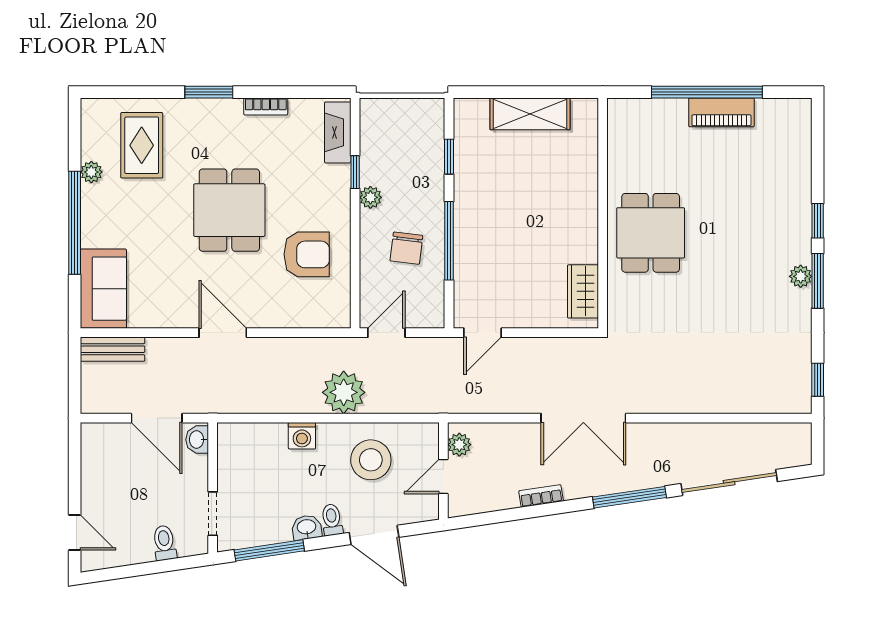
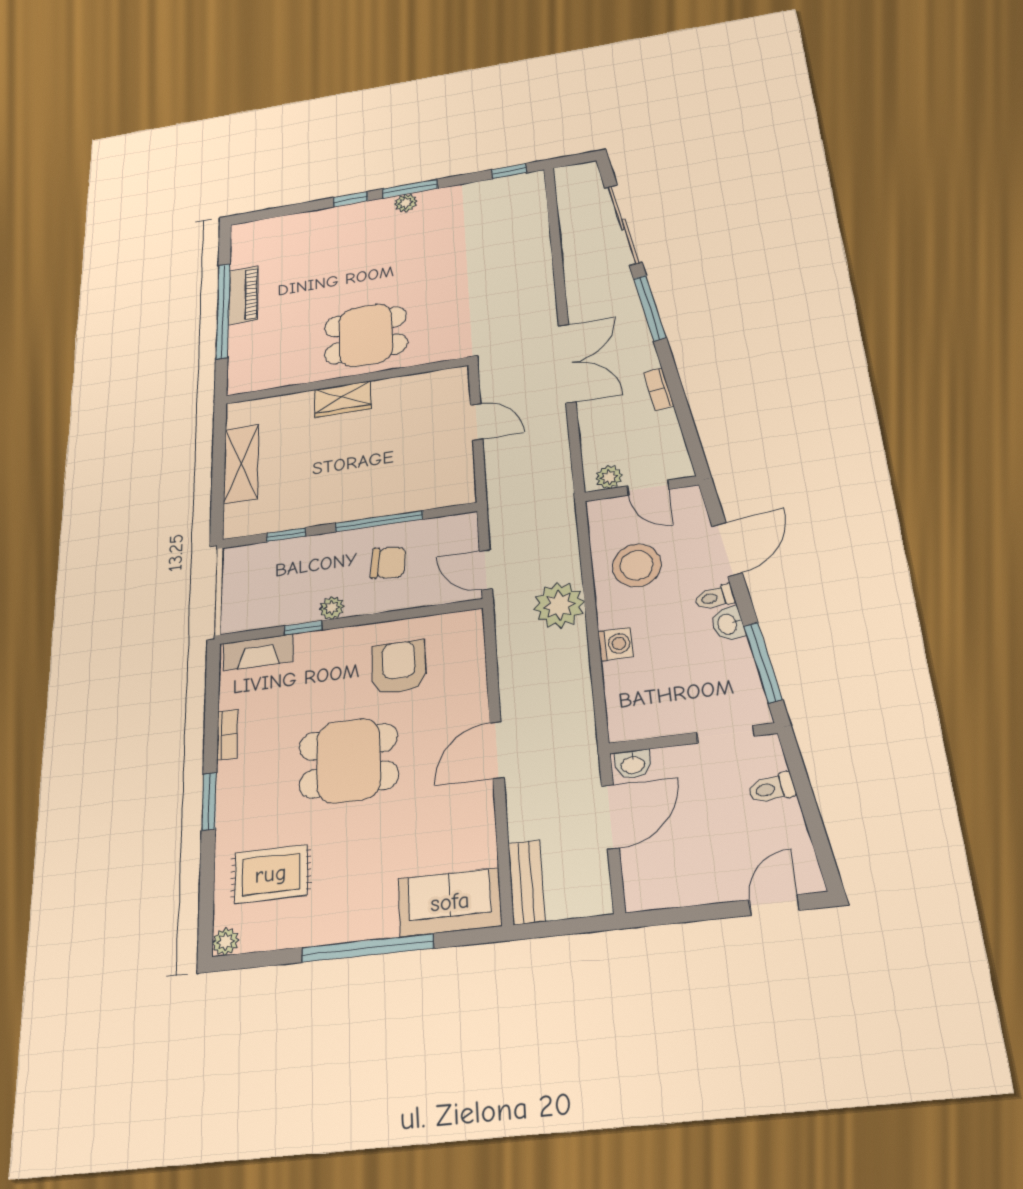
plant: (91, 172) -> (226, 942), moved
wardrobe: (583, 291) -> (343, 399), moved
door: (483, 333) -> (477, 422), moved

